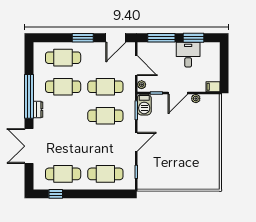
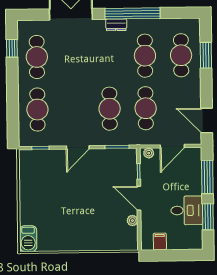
window: (83, 38) -> (206, 55), moved
filing cabinet: (213, 87) -> (160, 242), moved
barbecue: (144, 105) -> (28, 239), moved, turned -90
door: (136, 142) -> (78, 147), hinge flipped

